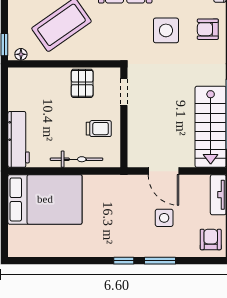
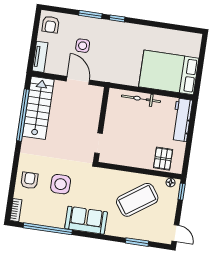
armchair: (208, 29) -> (29, 180), turned -90
pallet: (82, 83) -> (163, 159), moved
trolley: (99, 129) -> (121, 119), removed

